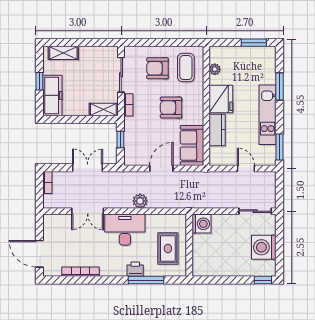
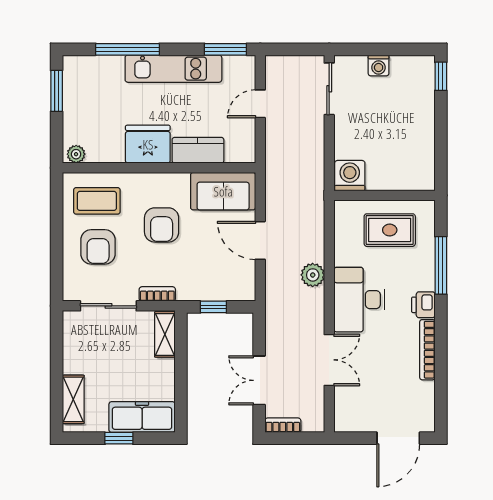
plant: (215, 69) -> (76, 154), moved
window: (280, 86) -> (127, 49), width x1.44
double door: (88, 168) -> (259, 380), moved
washing machine: (264, 247) -> (379, 65), width x0.53, depth x0.53
printer: (135, 269) -> (423, 305), moved
bookcase: (80, 272) -> (427, 350), moved

